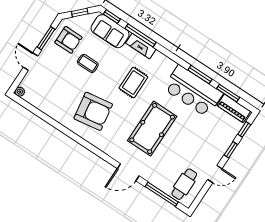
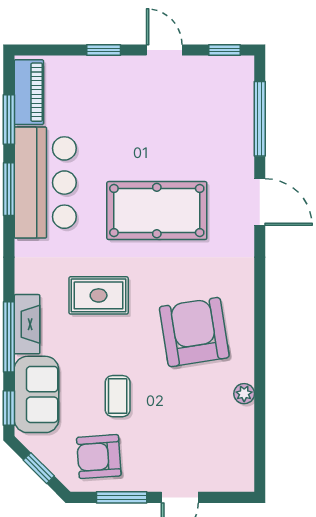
armchair: (68, 40) -> (99, 457), turned -94
plant: (20, 92) -> (244, 394), moved
window: (244, 129) -> (224, 50), moved
cafe table: (184, 184) -> (216, 91), removed

